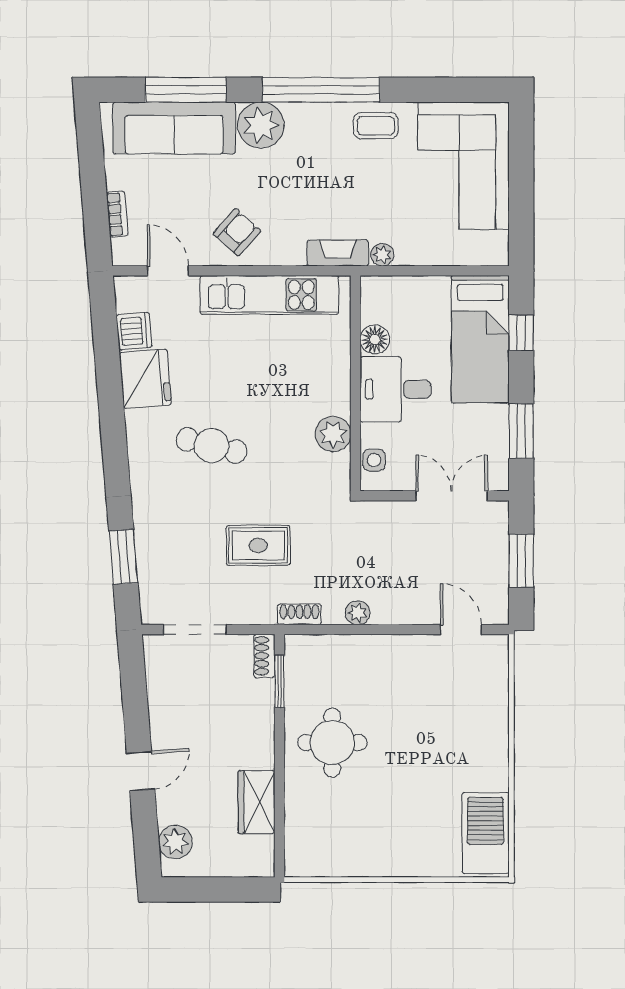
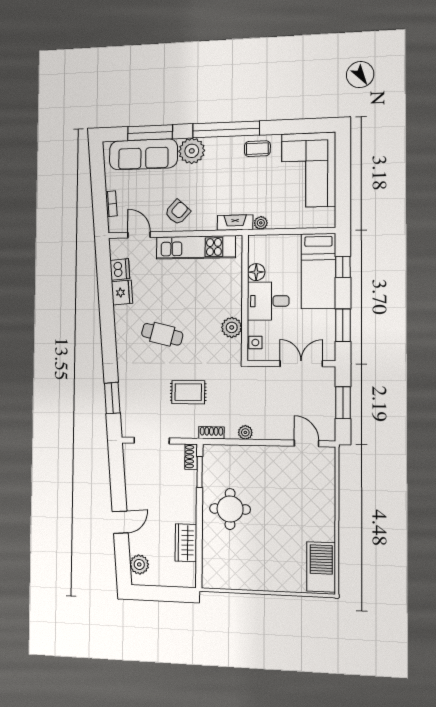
fridge: (145, 379) -> (122, 292), width x0.73, depth x0.75

